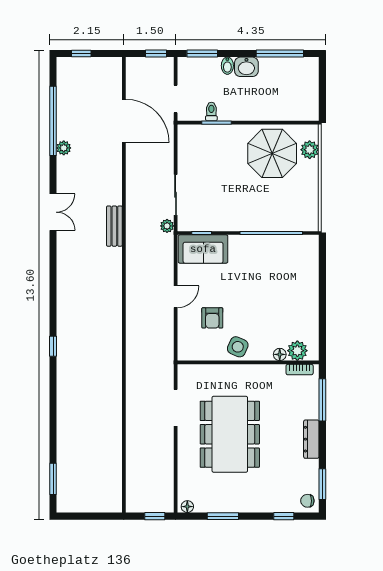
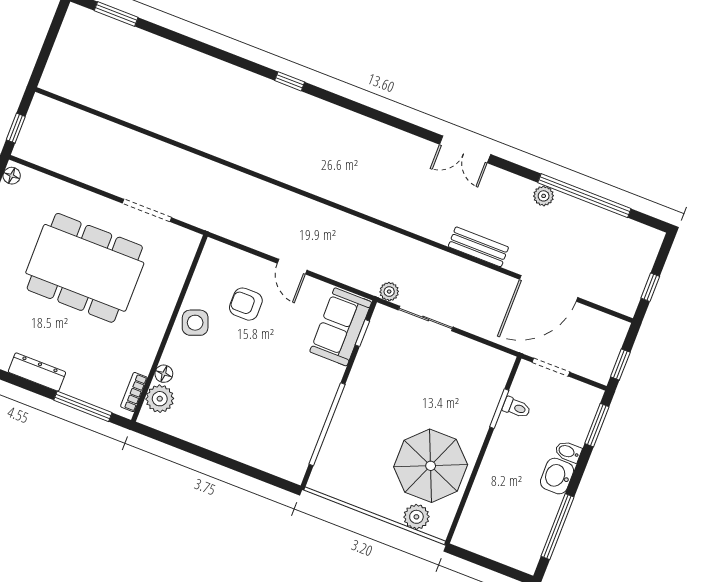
window: (81, 53) -> (650, 287), moved
bench: (114, 226) -> (478, 247), moved
side table: (238, 347) -> (195, 323), turned 45

